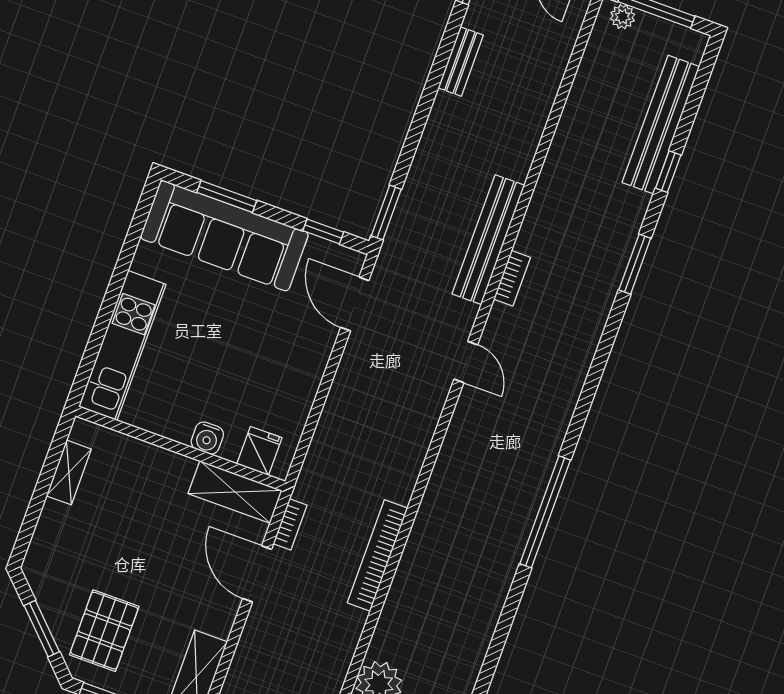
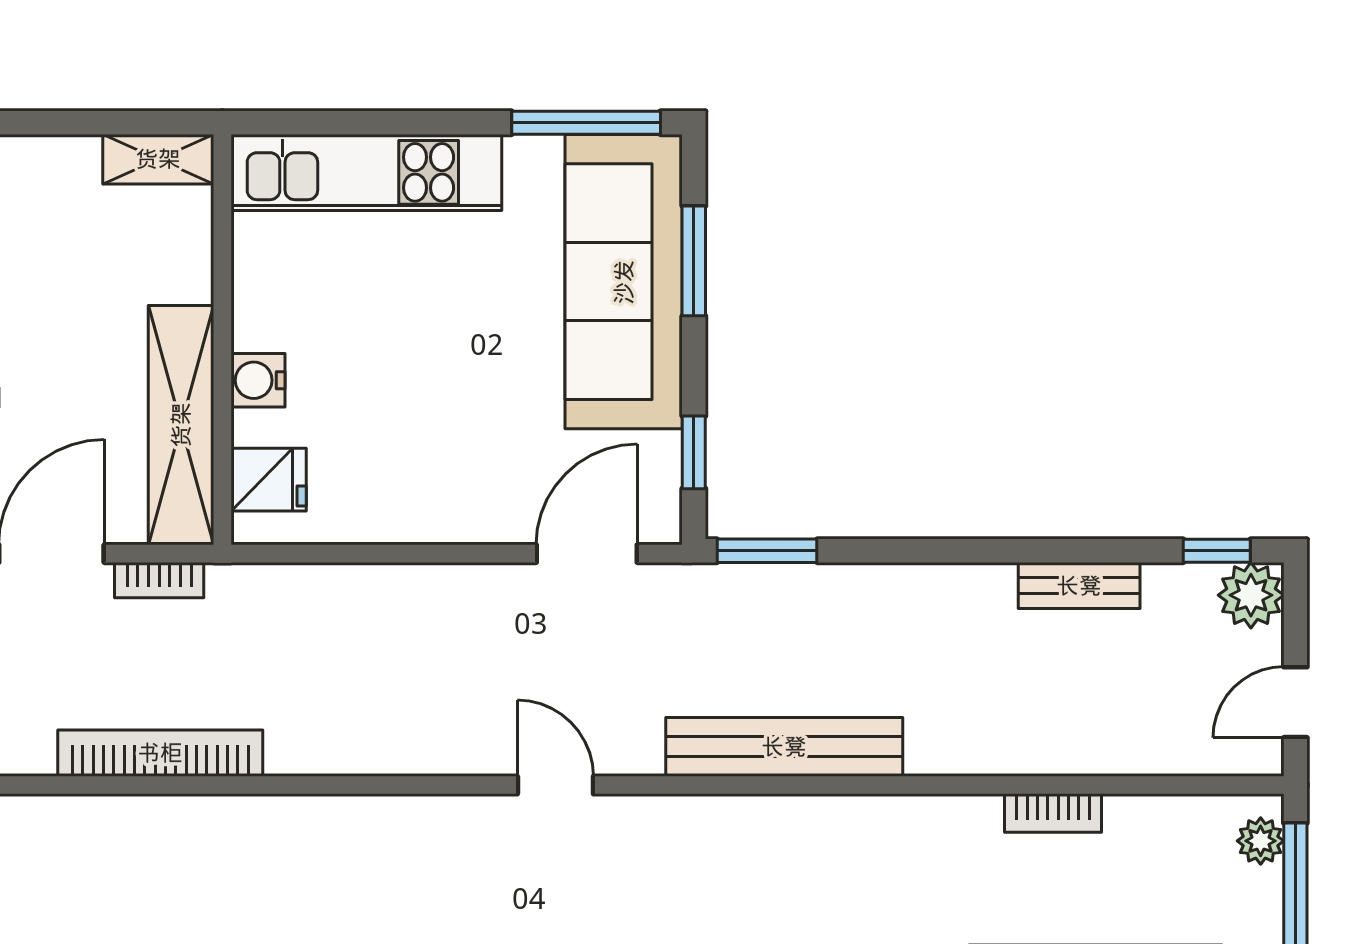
window: (137, 226) -> (586, 123), added
bookcase: (512, 278) -> (1053, 813), moved
door: (466, 362) -> (555, 785), swing flipped
shelving: (69, 472) -> (158, 159), moved
shelving: (235, 492) -> (181, 425), width x1.47

